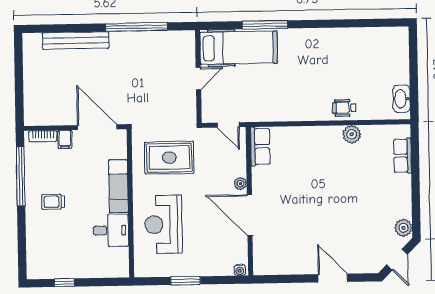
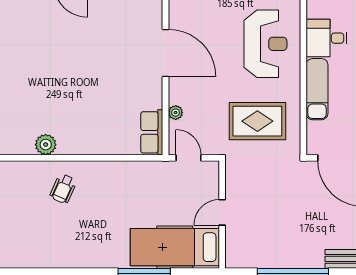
wheelchair: (344, 108) -> (63, 189), moved, turned 114
plant: (240, 184) -> (176, 113), moved

